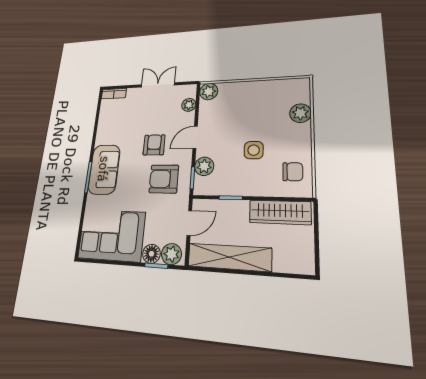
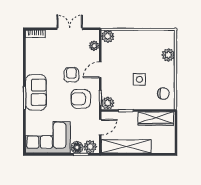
plant: (204, 166) -> (108, 103), moved

